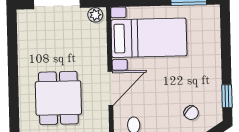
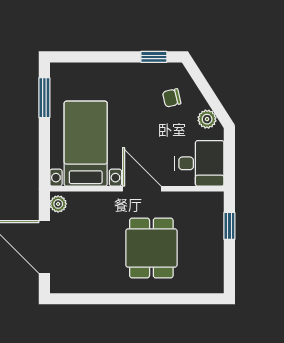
dining table: (58, 98) -> (151, 248), turned 90
chair: (191, 113) -> (172, 98), turned -147

